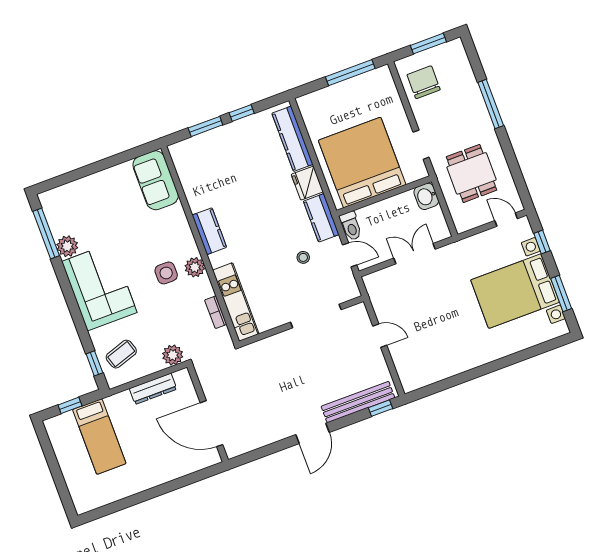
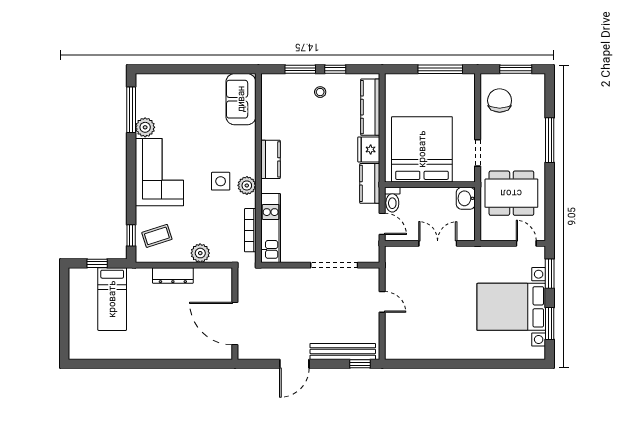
dining table: (472, 173) -> (511, 193), width x1.38
window: (542, 242) -> (550, 274), width x1.50
stool: (303, 257) -> (320, 92), moved
bookcase: (216, 312) -> (250, 230), width x1.56
wall: (208, 413) -> (235, 314), moved
door: (211, 424) -> (235, 324), moved

